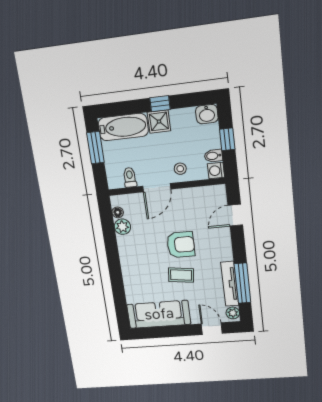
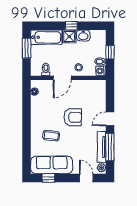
washbasin: (207, 114) -> (83, 36), moved
door: (235, 215) -> (110, 119), moved
plant: (122, 227) -> (36, 101), removed
coffee table: (181, 275) -> (51, 136), moved
window: (157, 332) -> (48, 178), added

